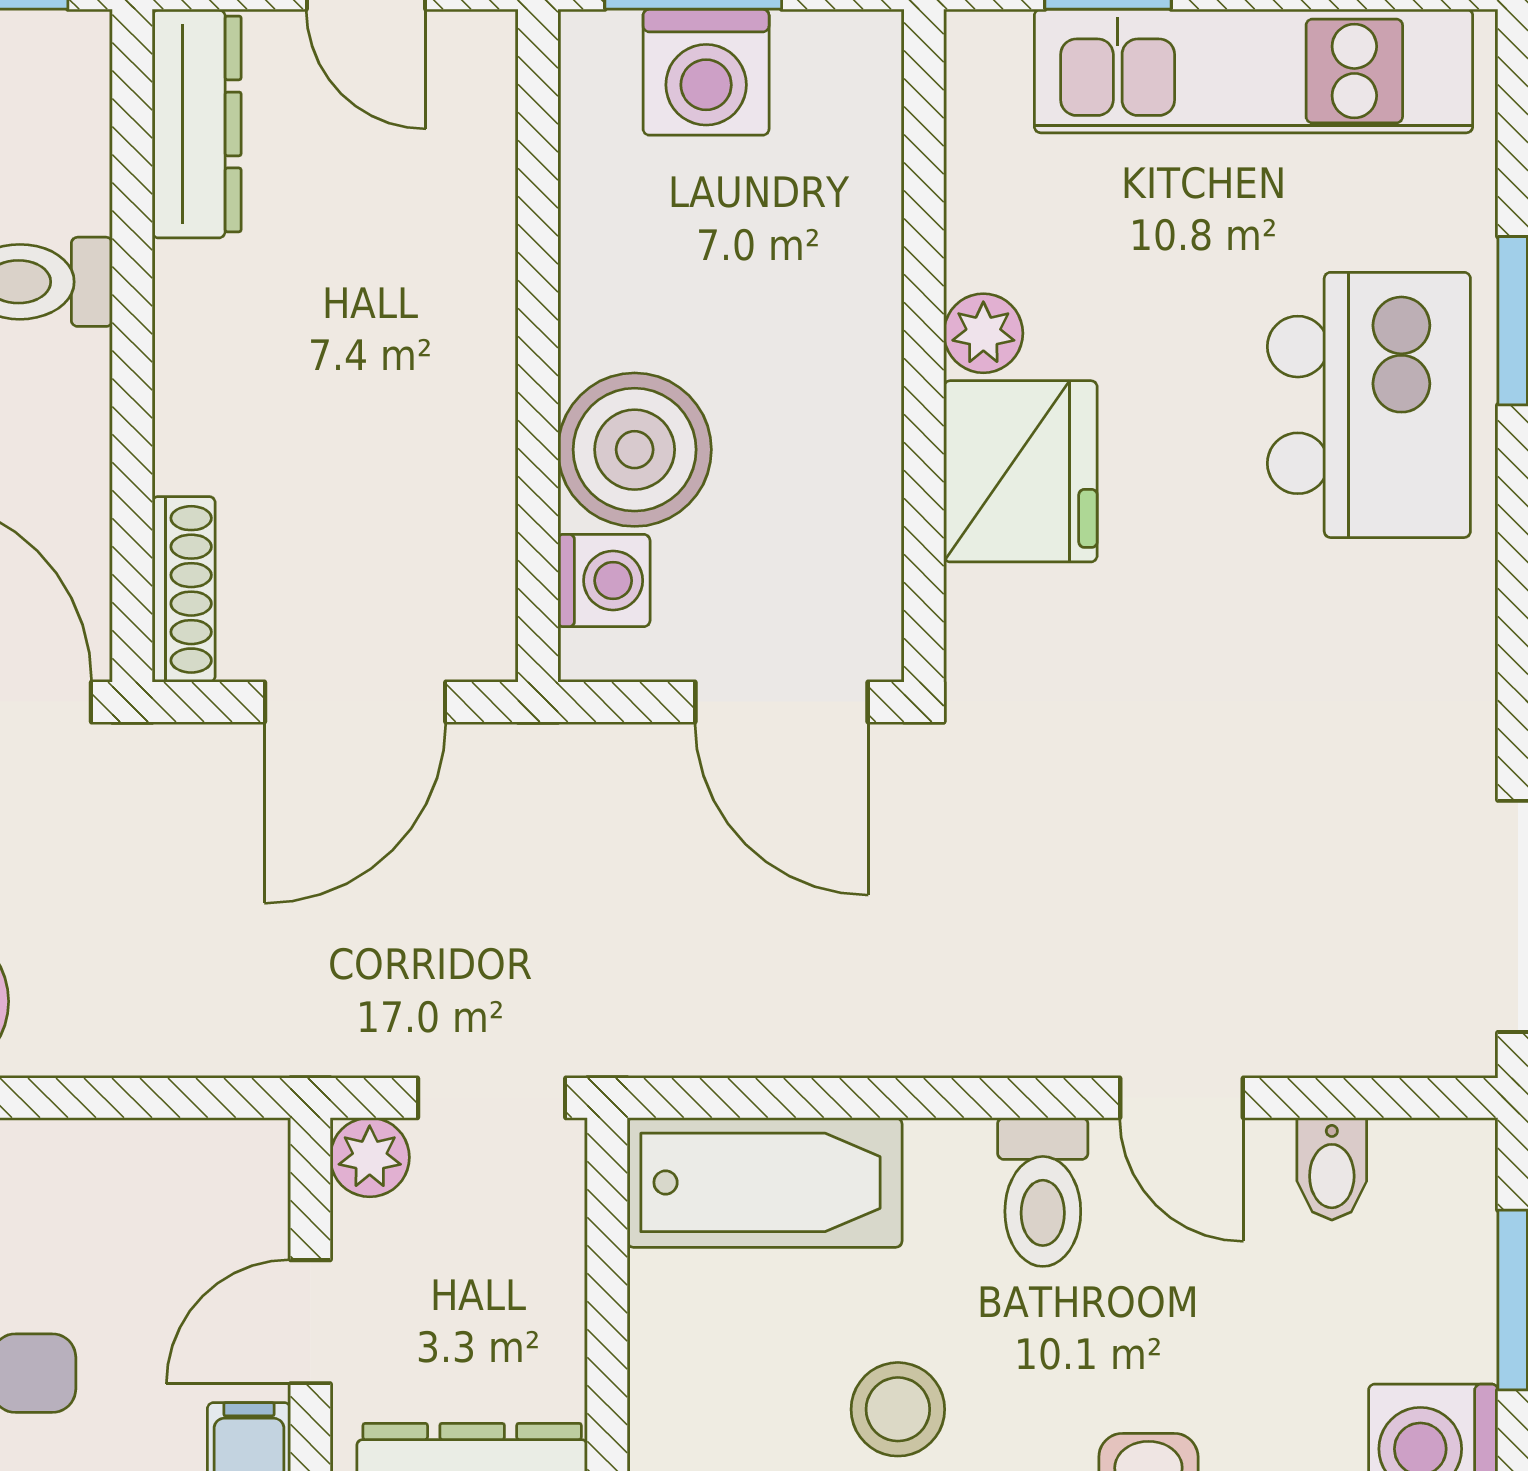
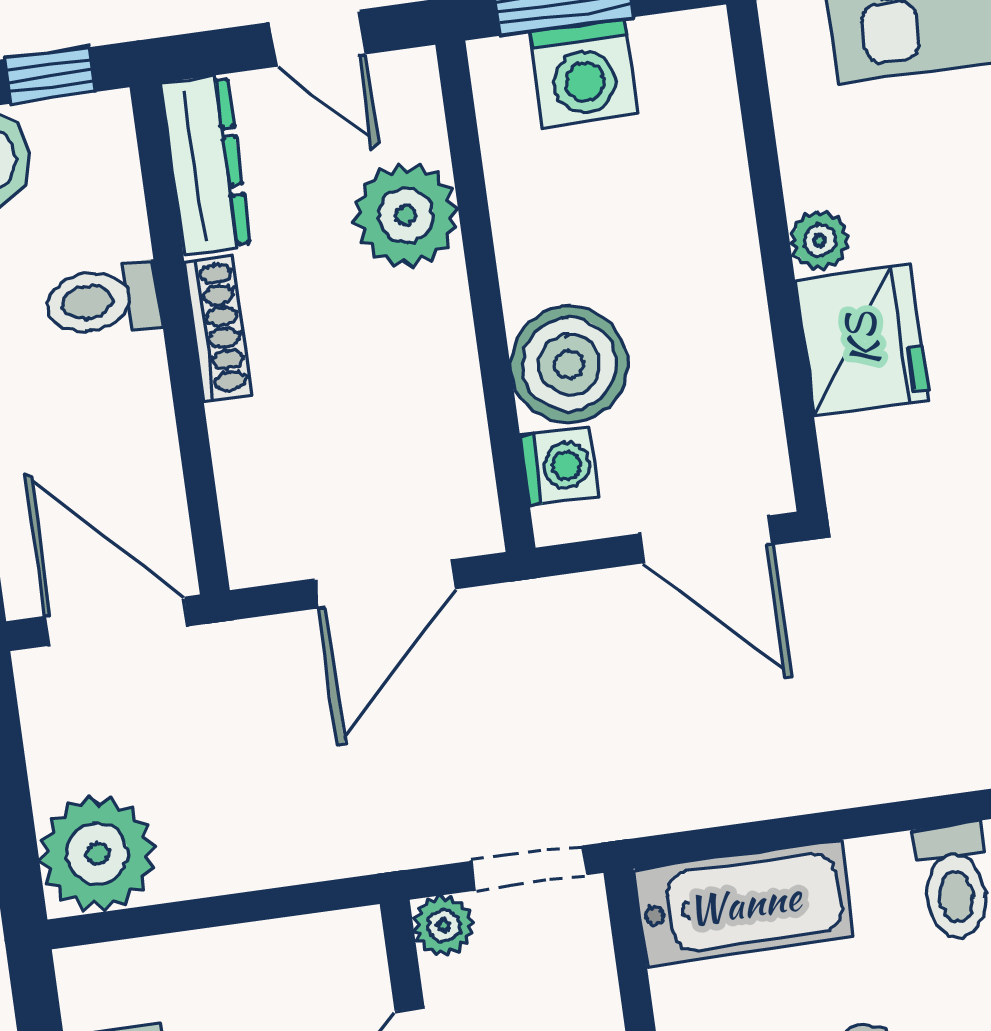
plant: (449, 226) -> (406, 215), added
shoe rack: (184, 589) -> (218, 328), moved

